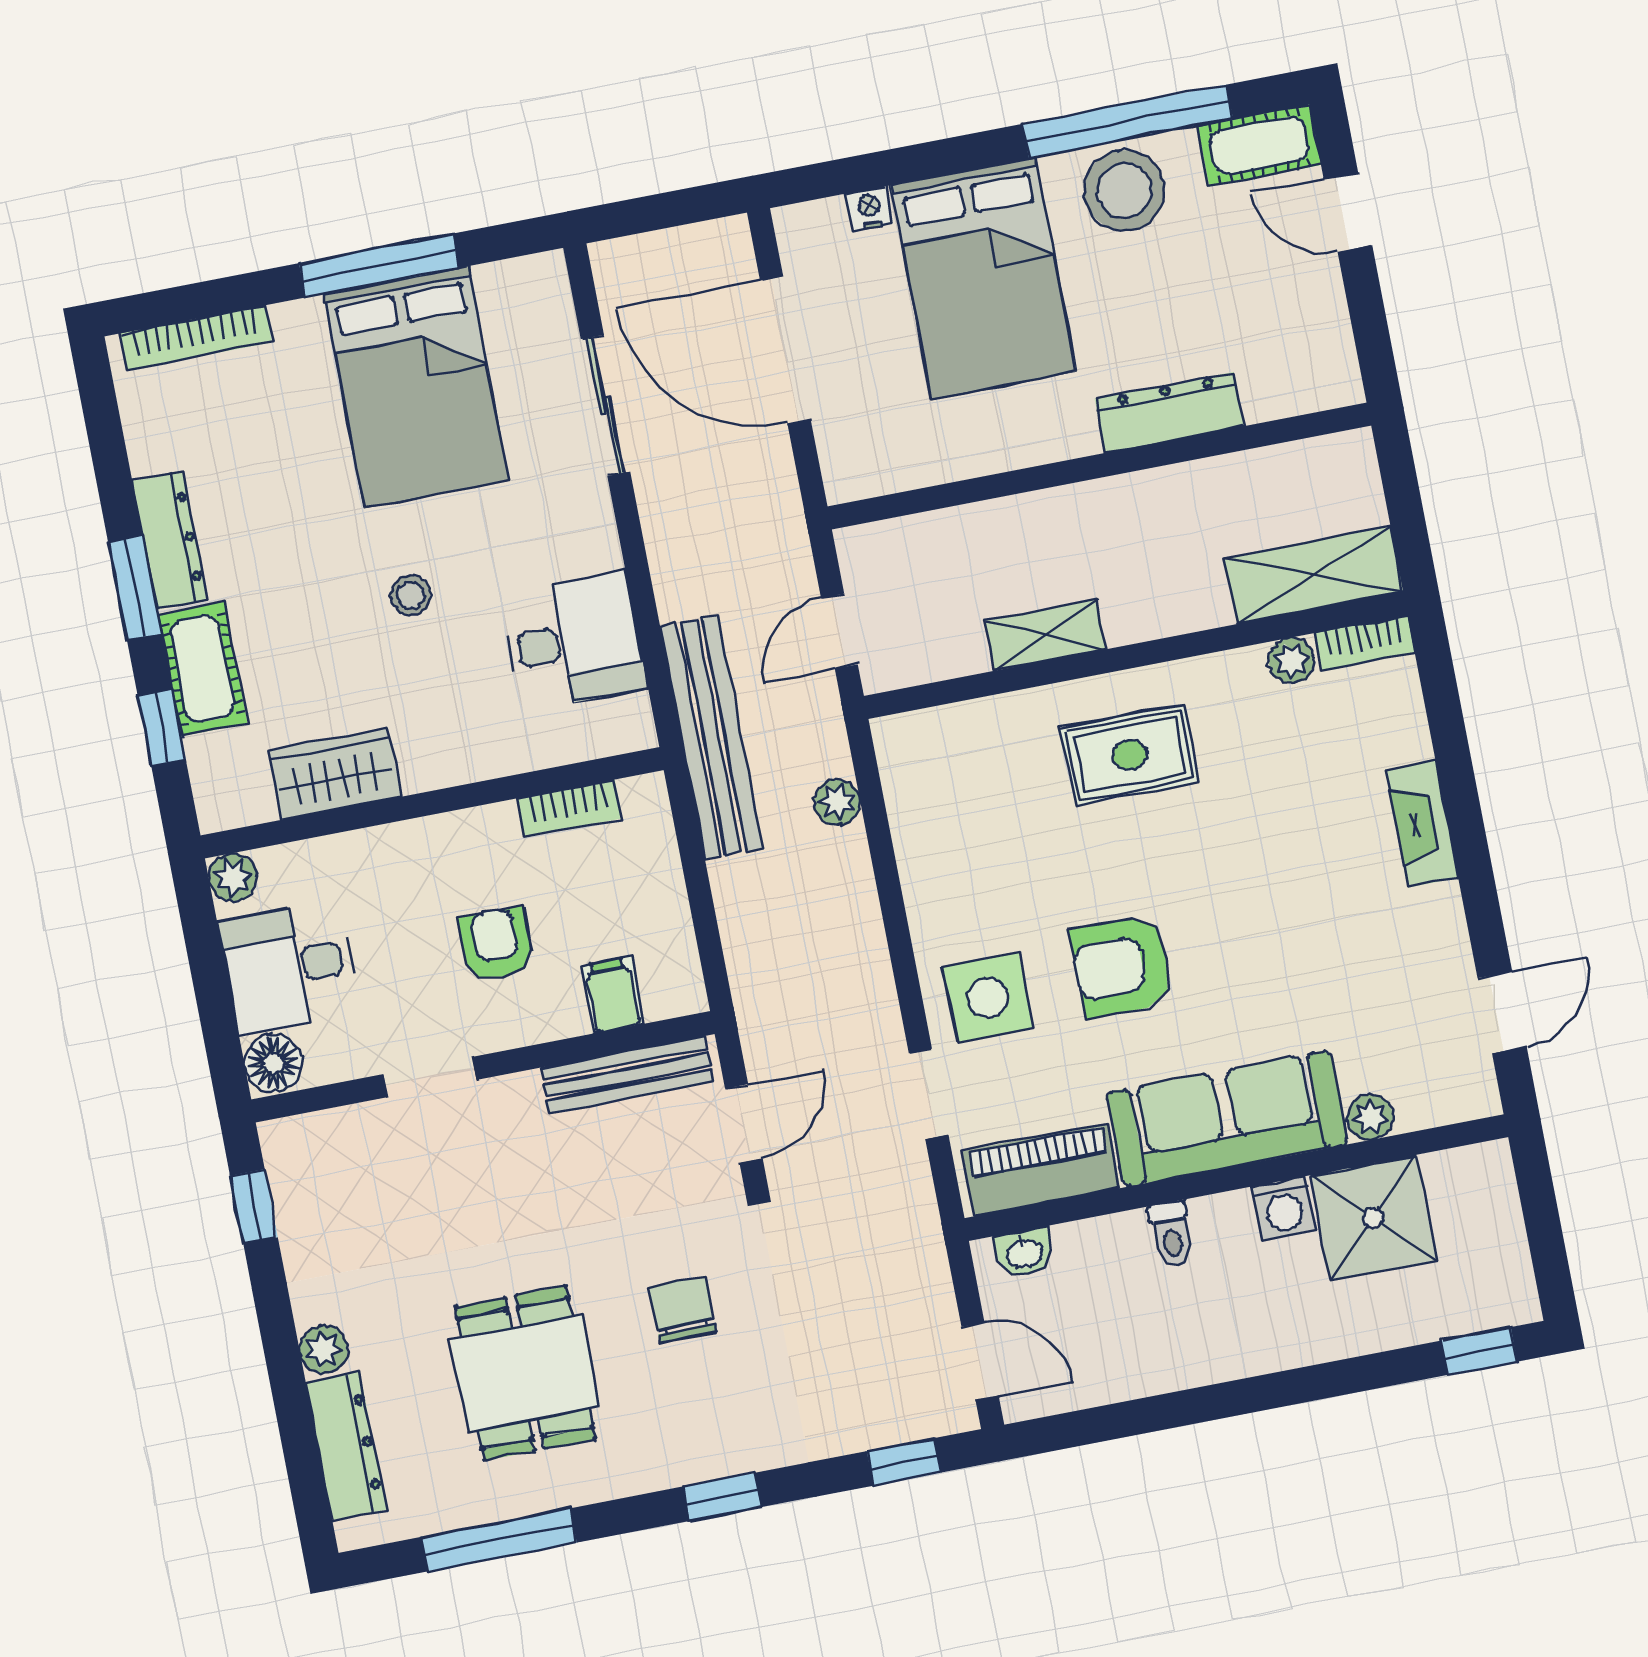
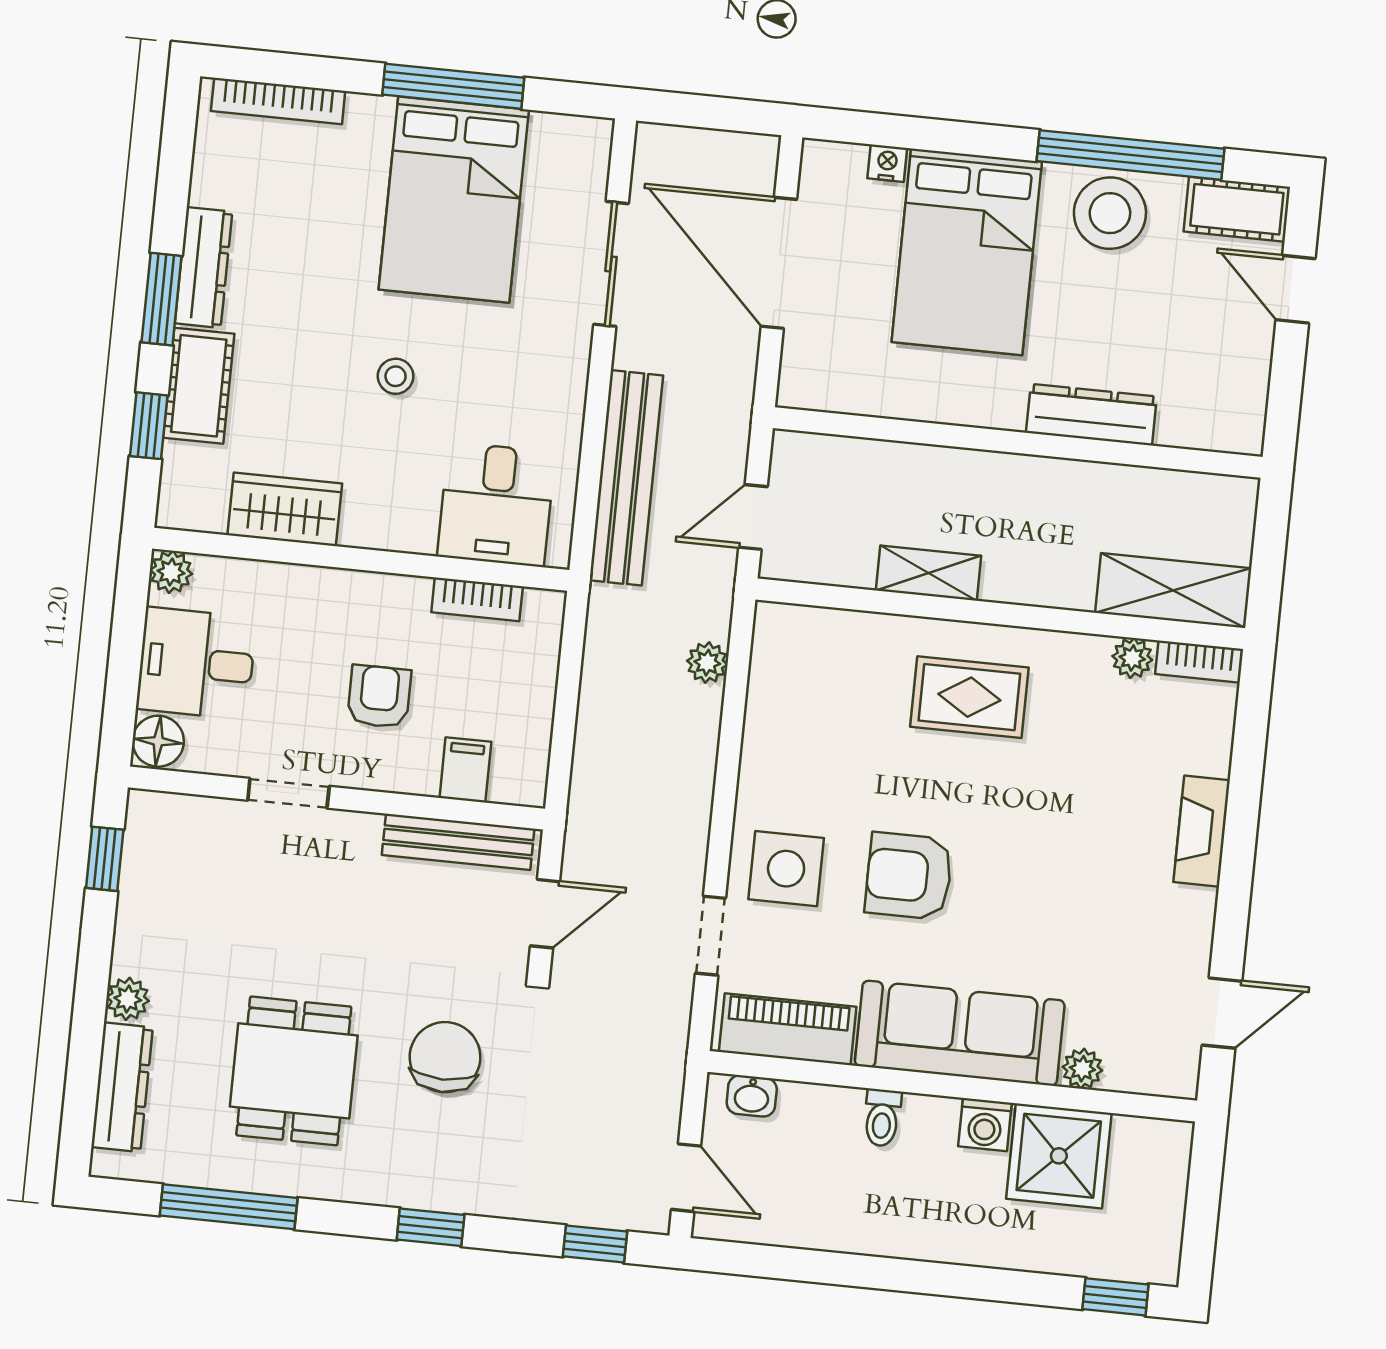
desk: (573, 641) -> (496, 504), moved, turned 90
bench: (711, 737) -> (626, 478), moved
chair: (683, 1310) -> (445, 1057), width x1.37, depth x1.37

